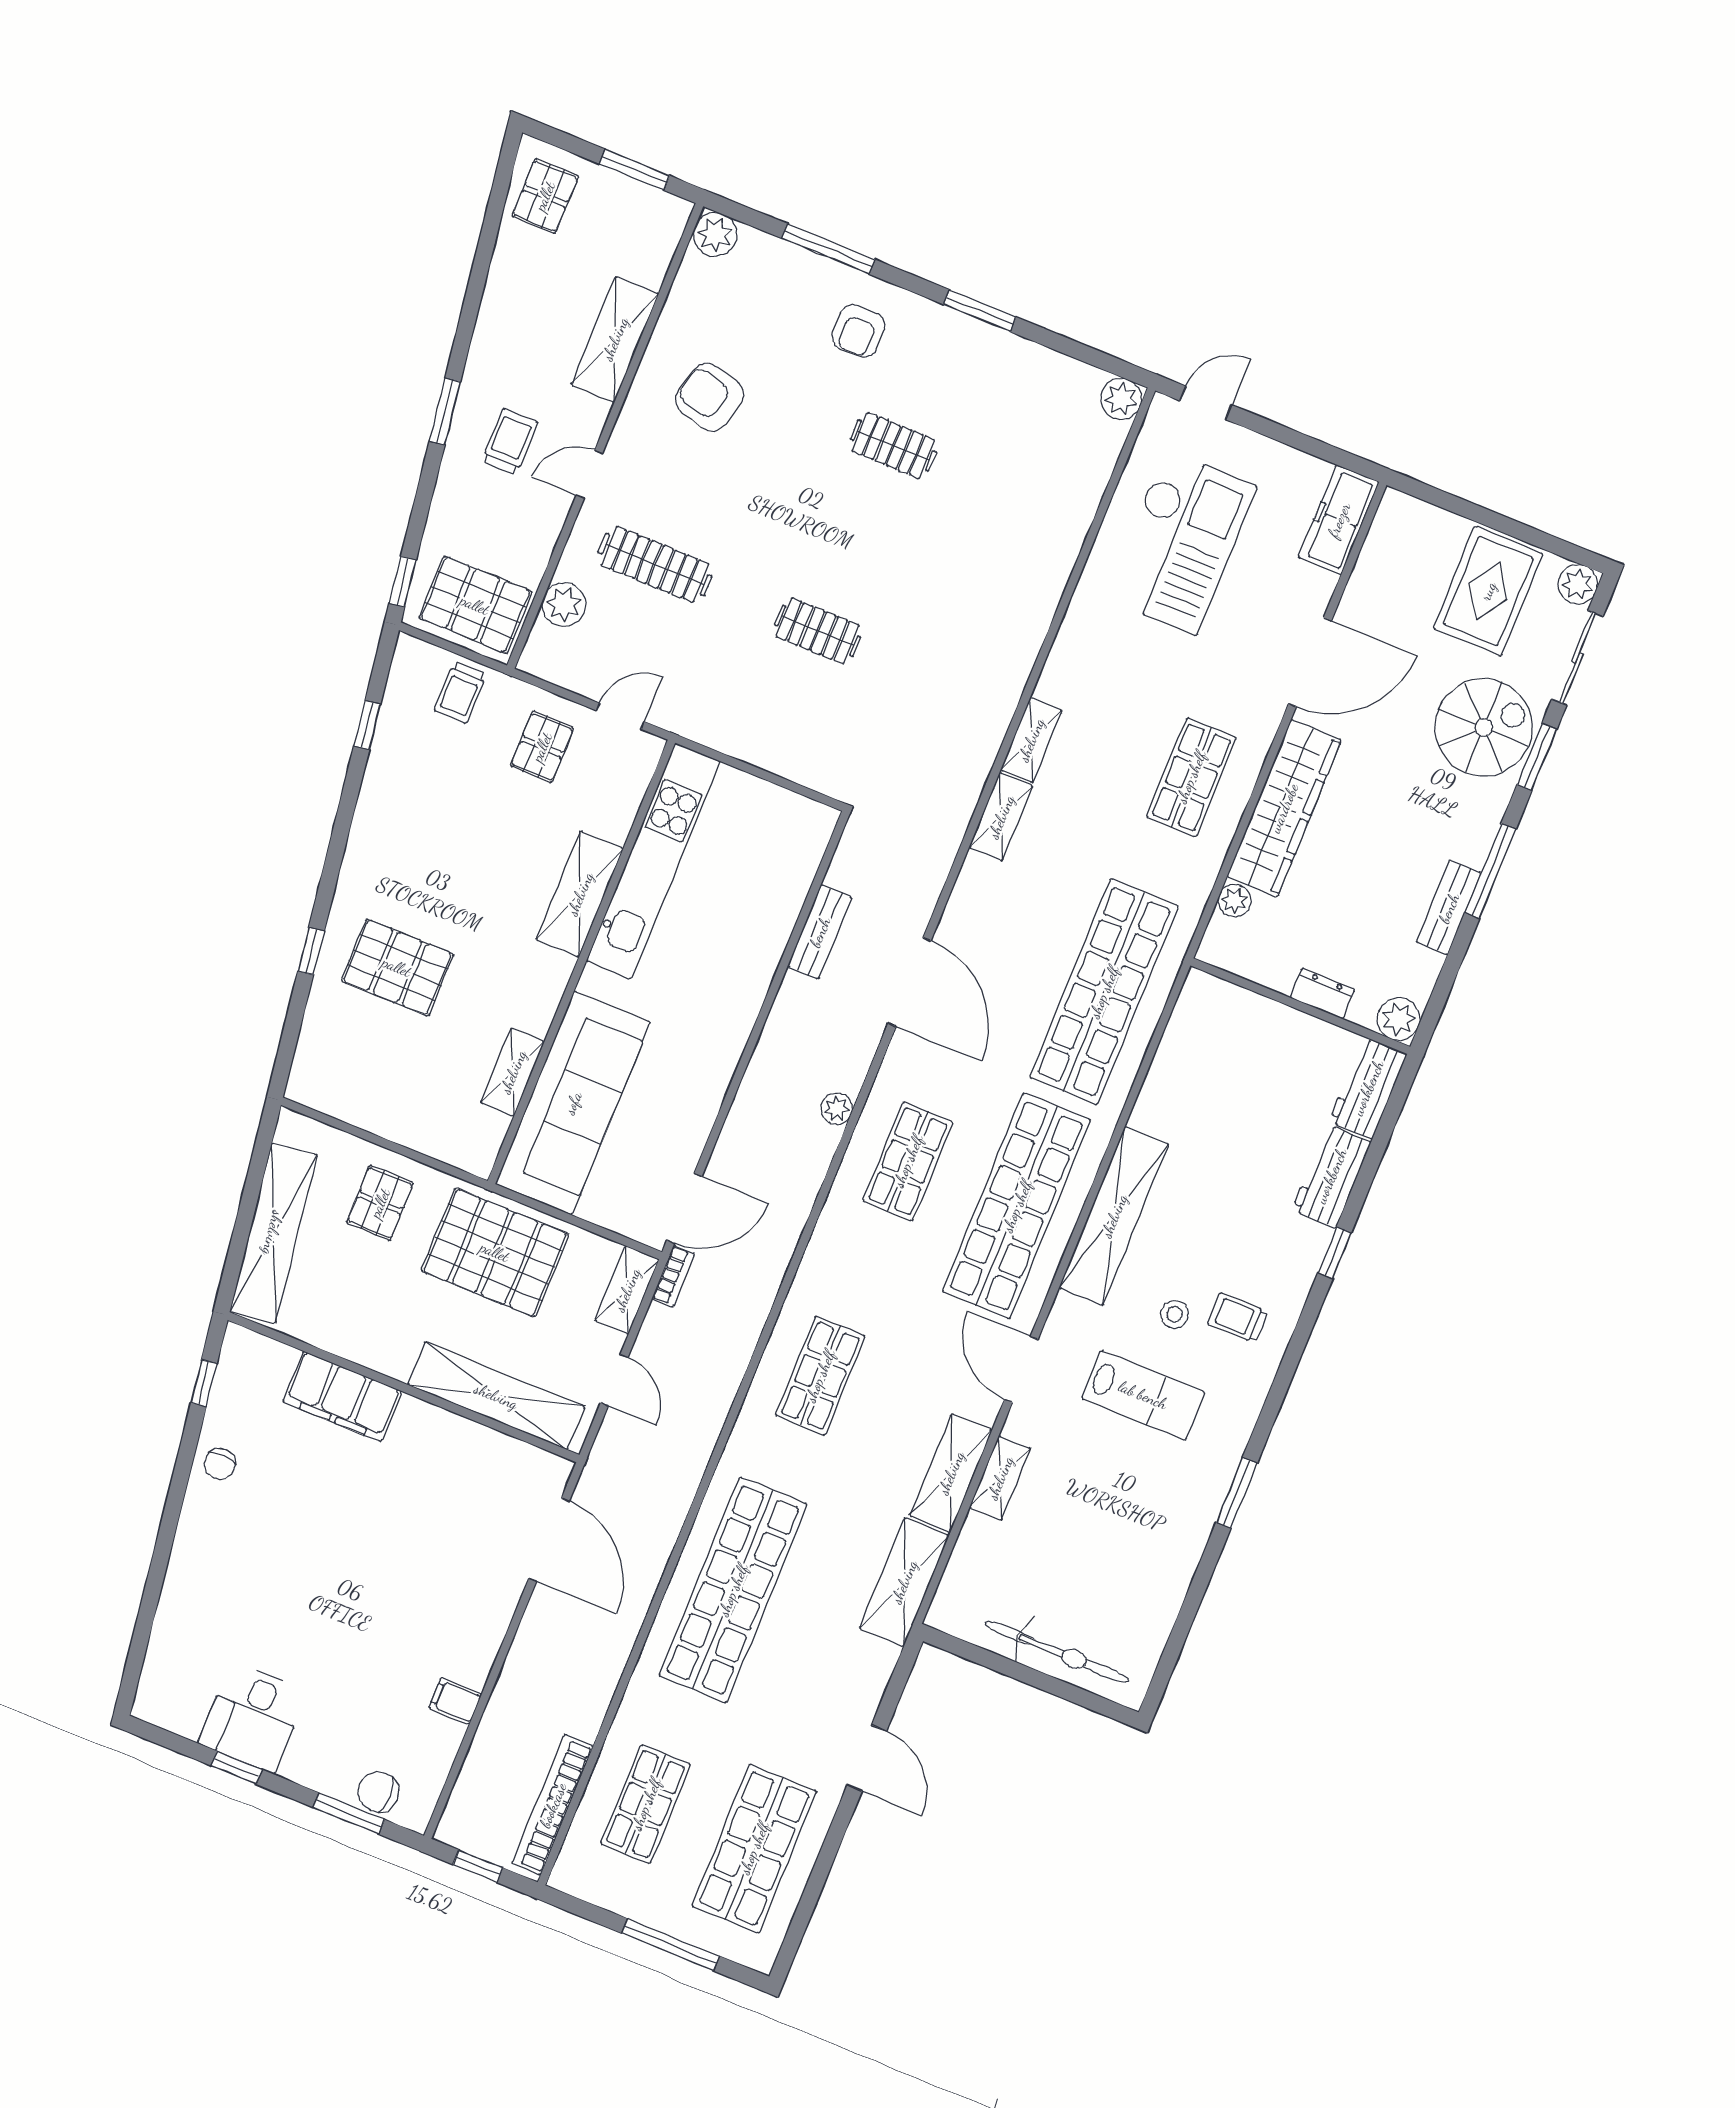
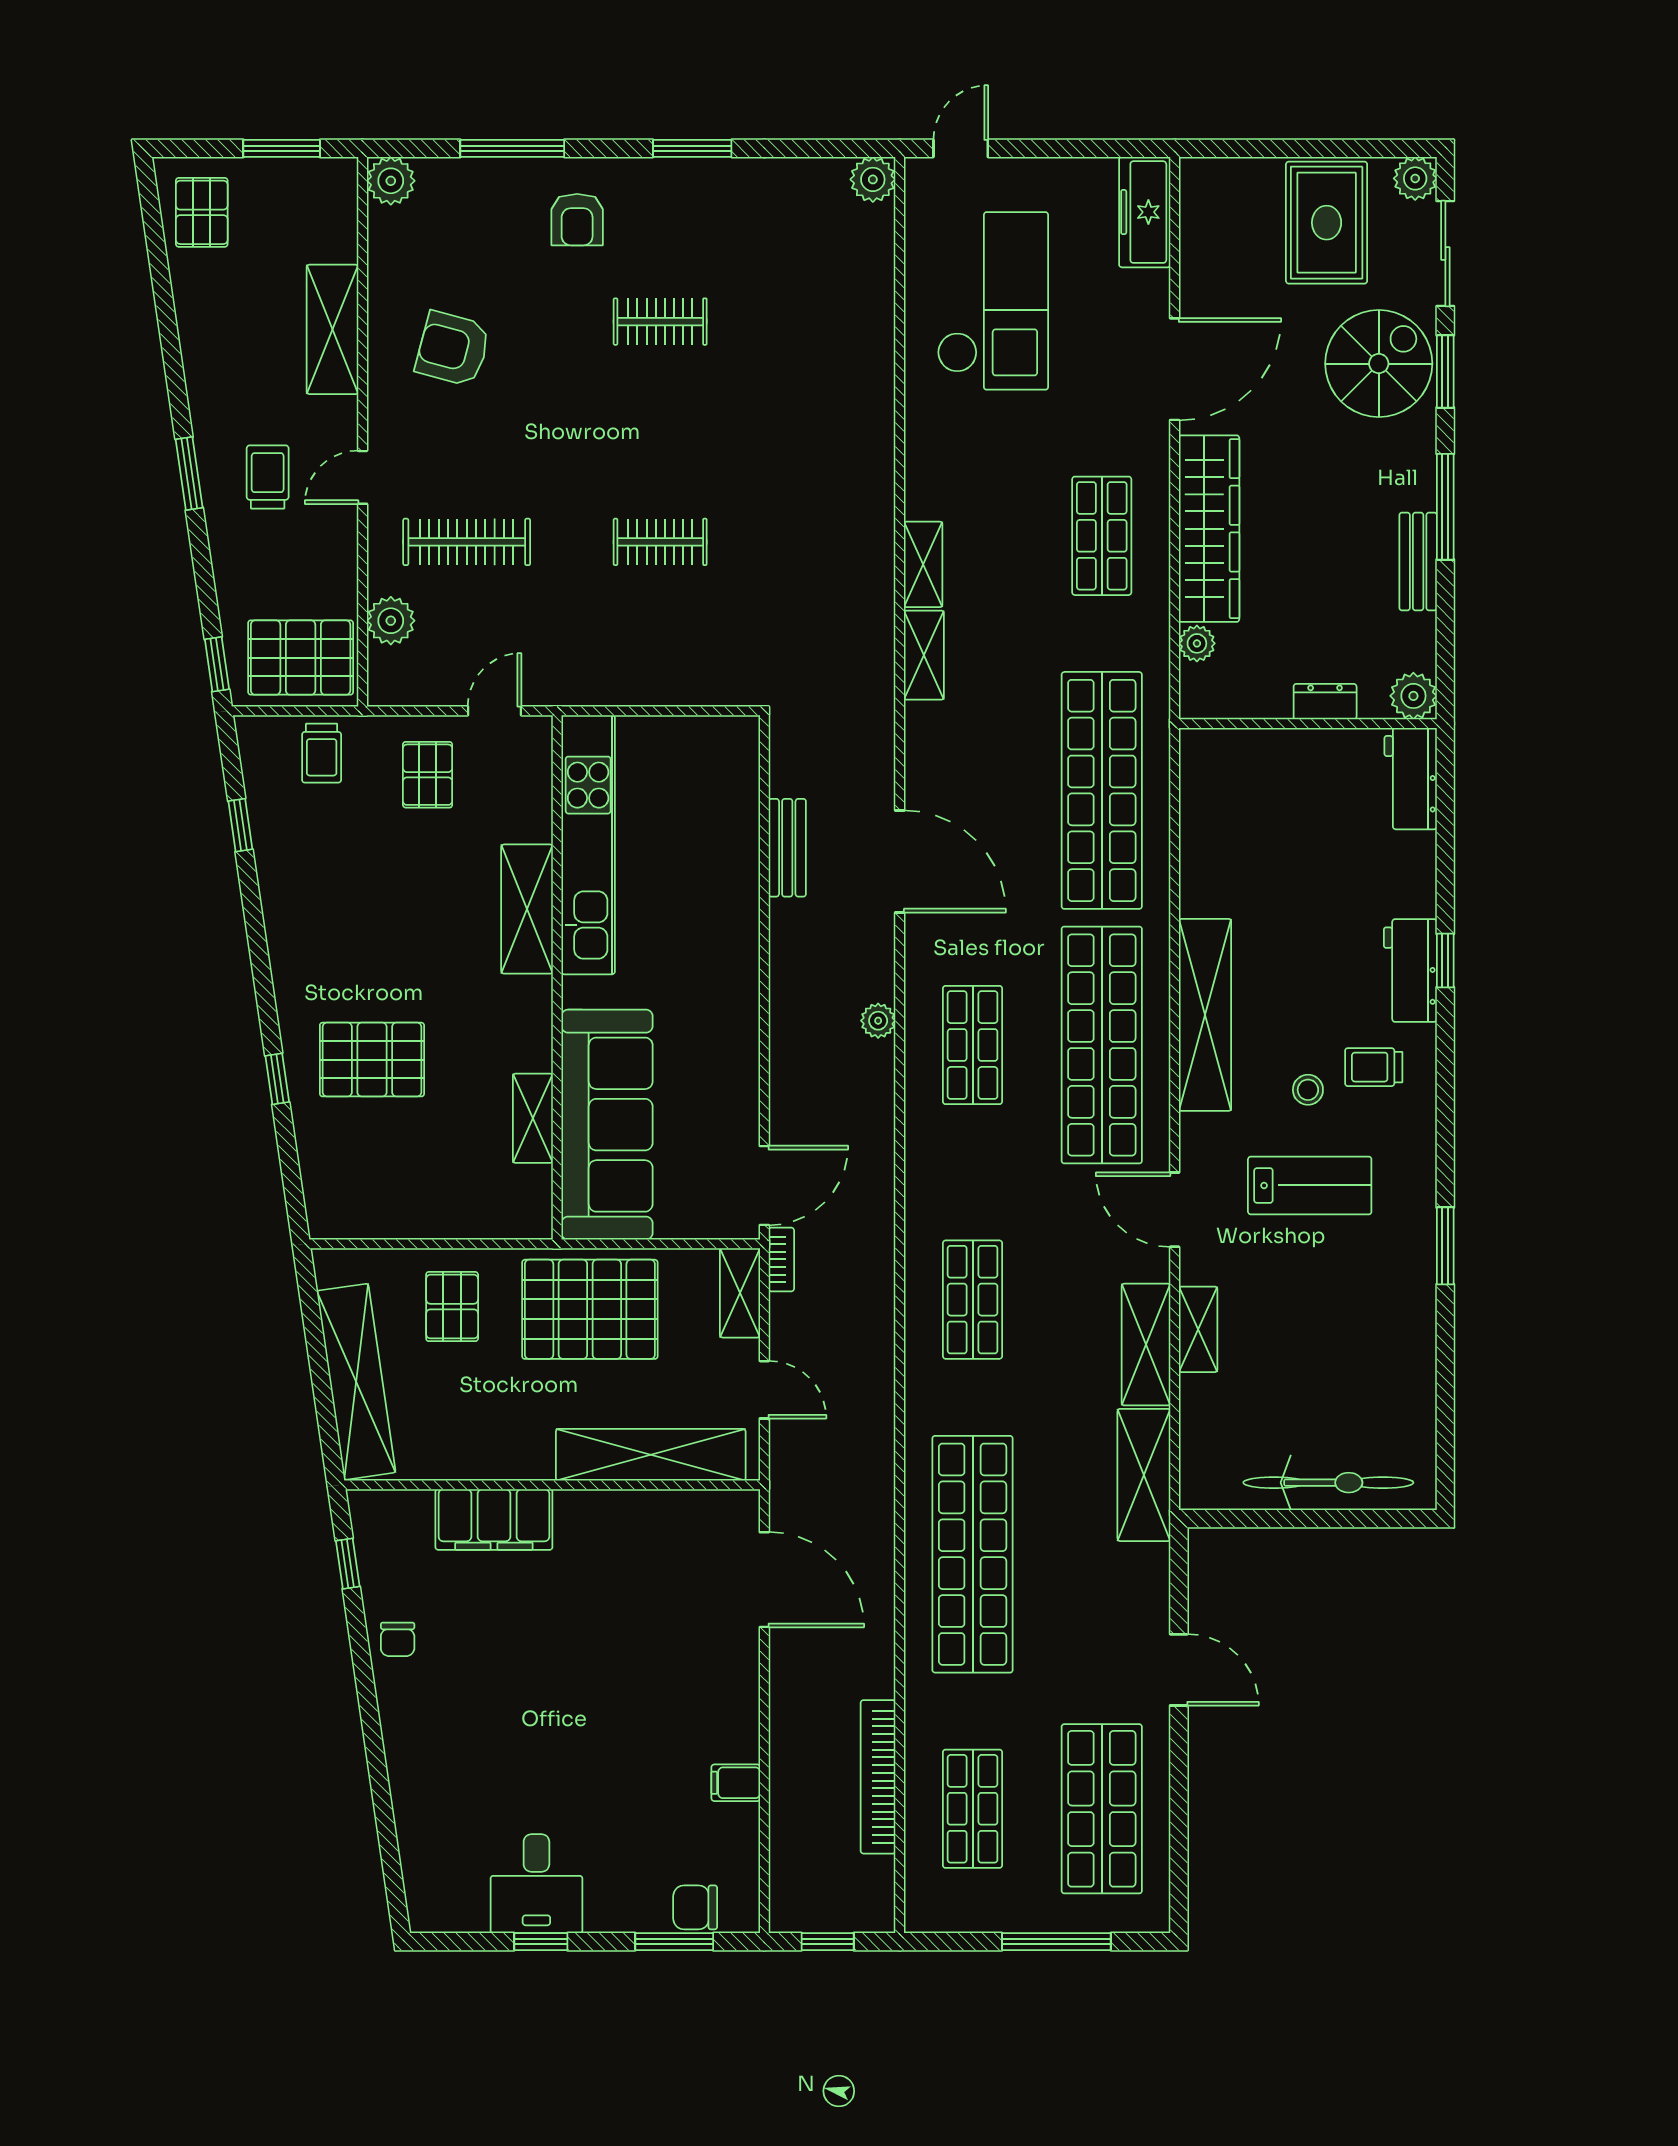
workbench: (1331, 1176) -> (1410, 970), moved
bookcase: (553, 1805) -> (878, 1777), moved

